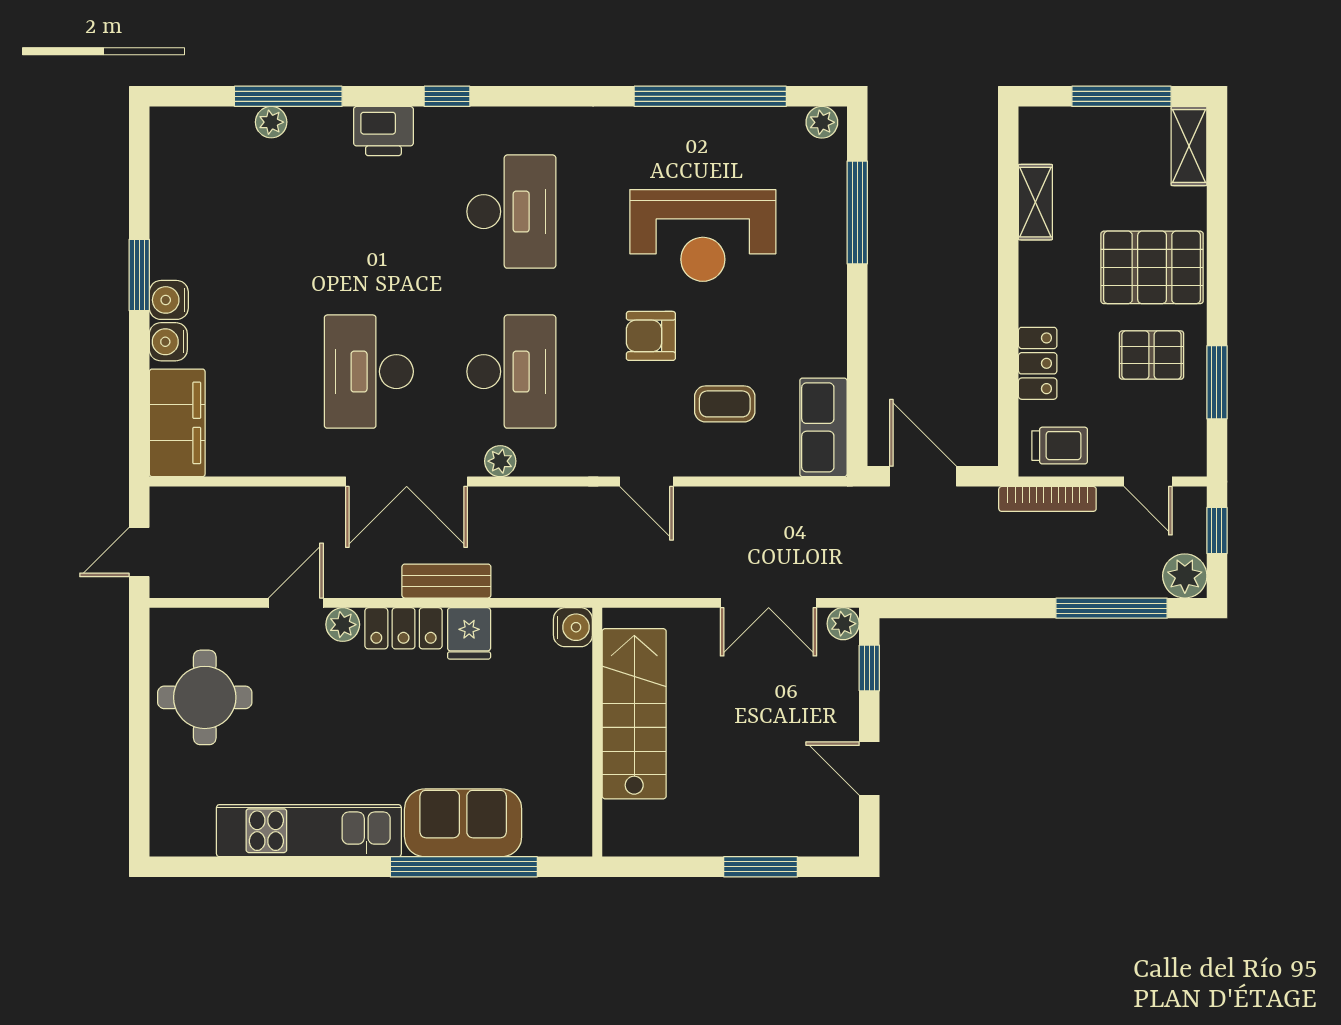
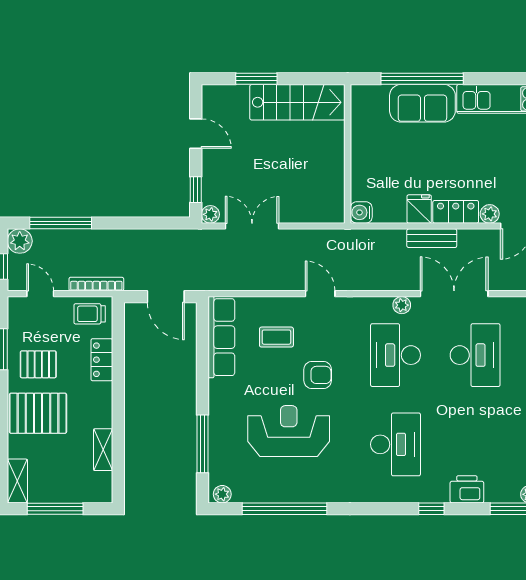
desk: (511, 212) -> (396, 444), turned 180
row of seats: (823, 427) -> (221, 337), width x1.48
stairs: (634, 714) -> (297, 102), moved, turned -90

